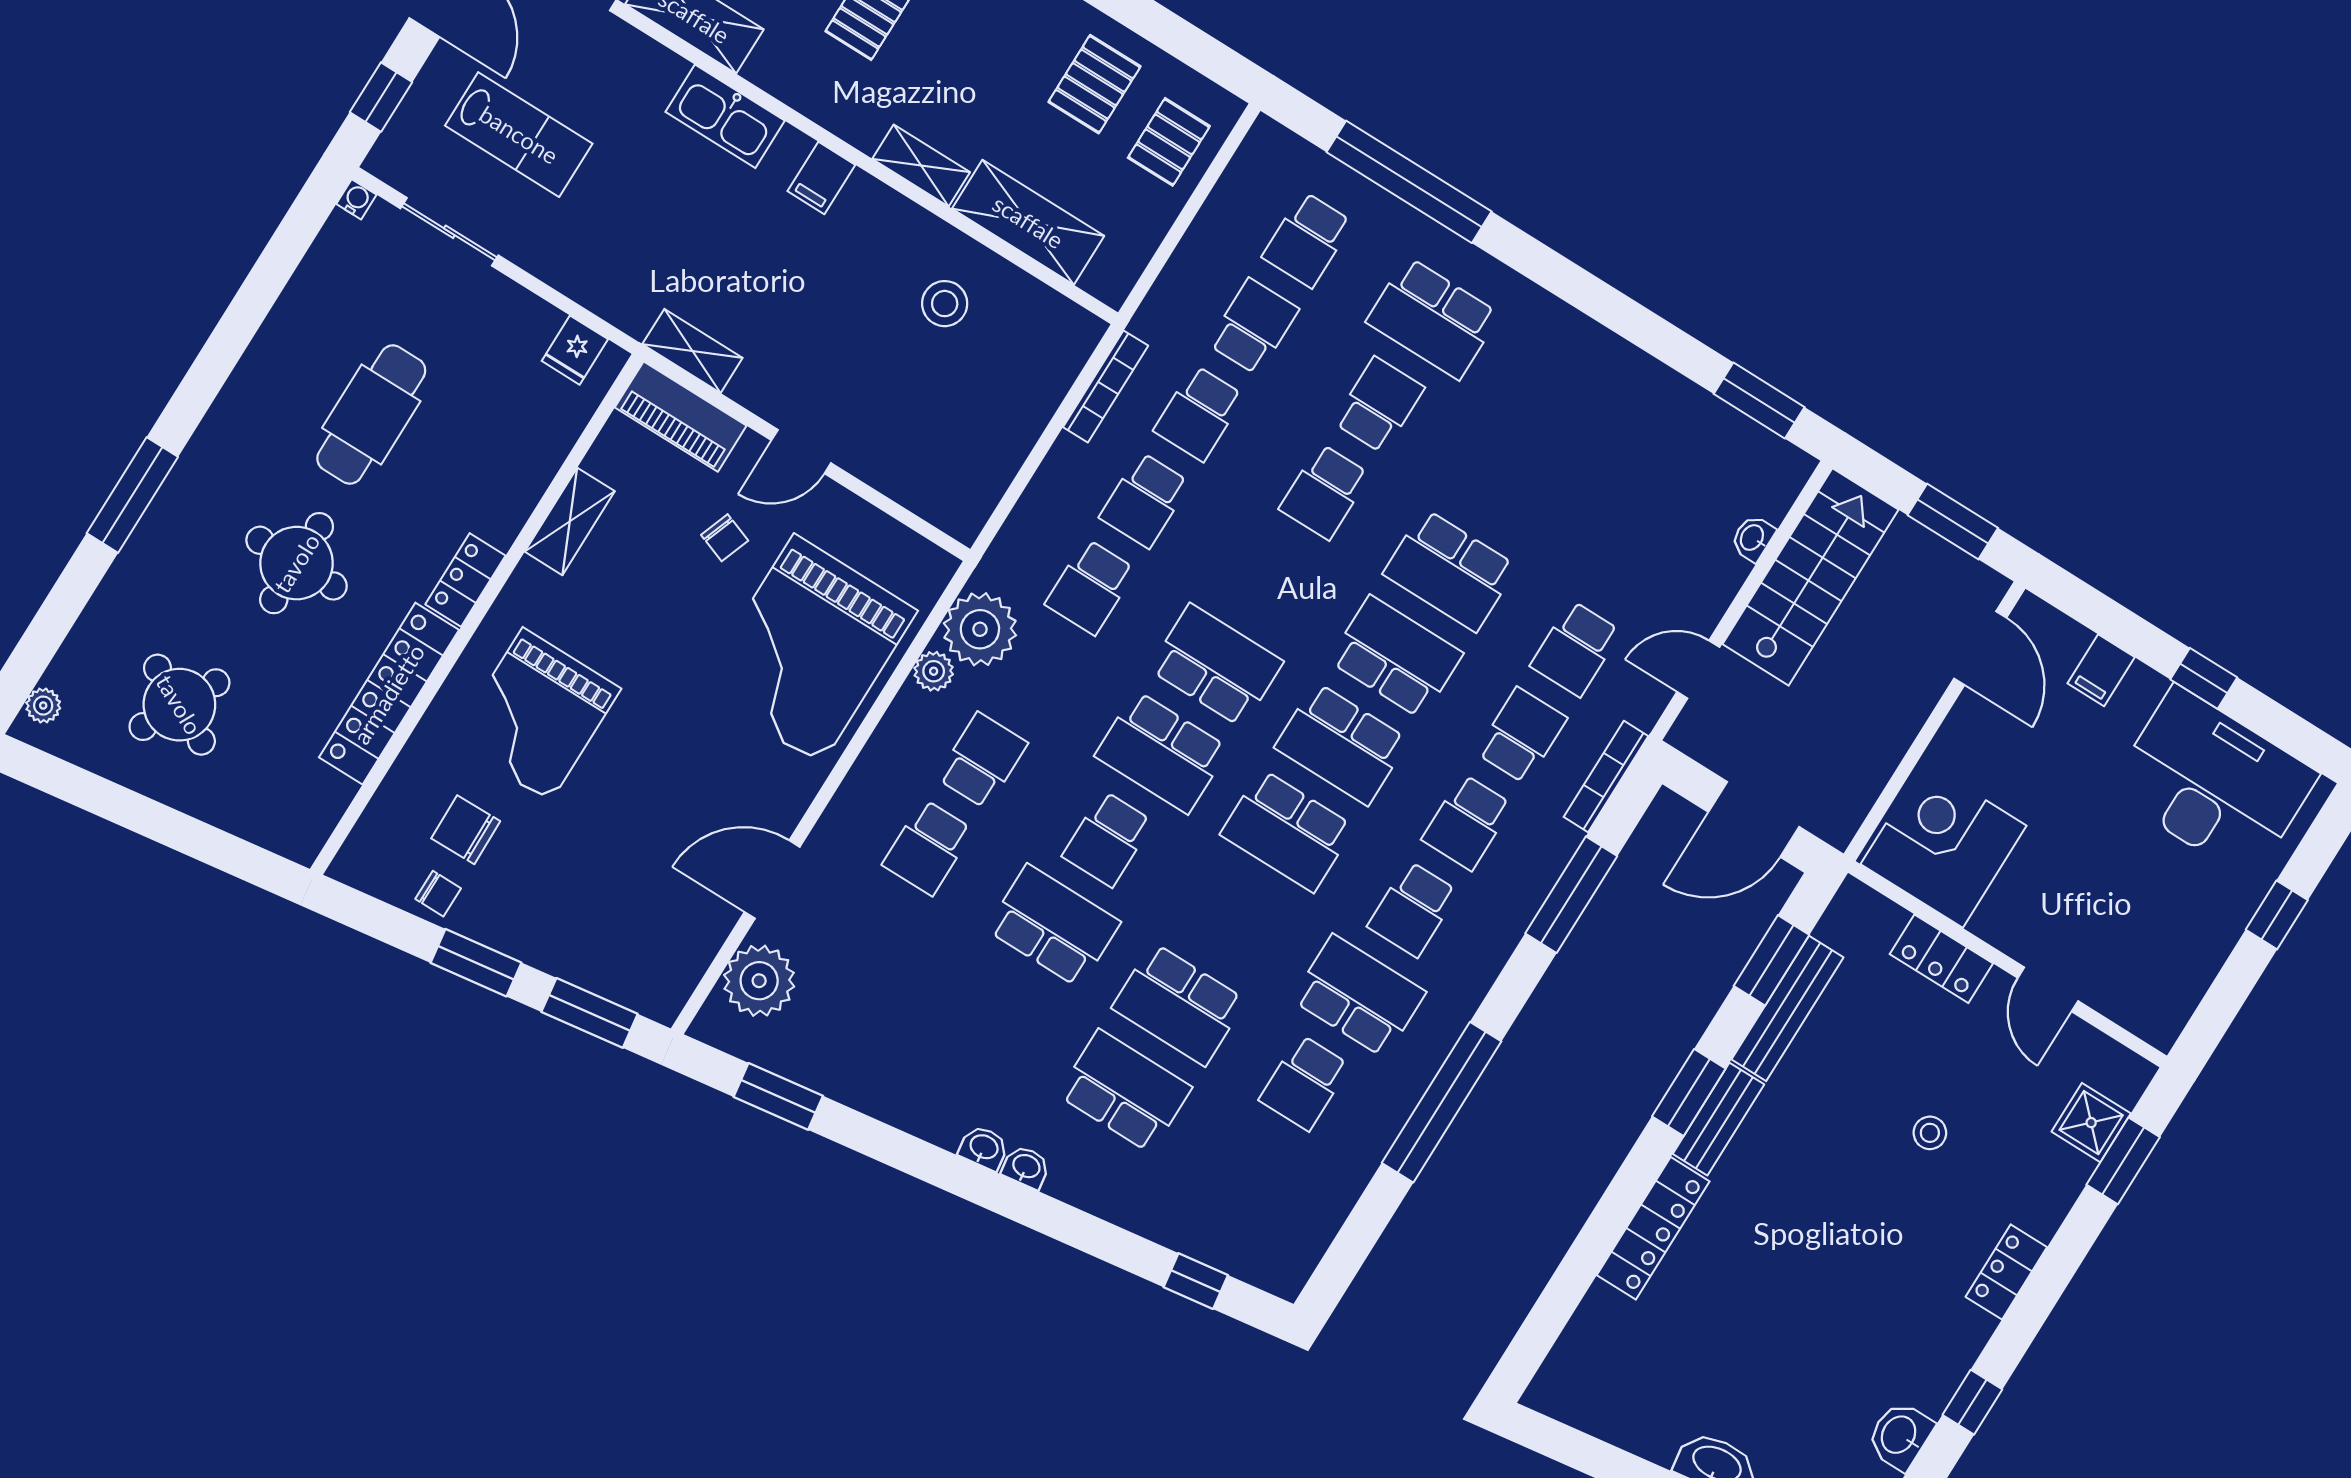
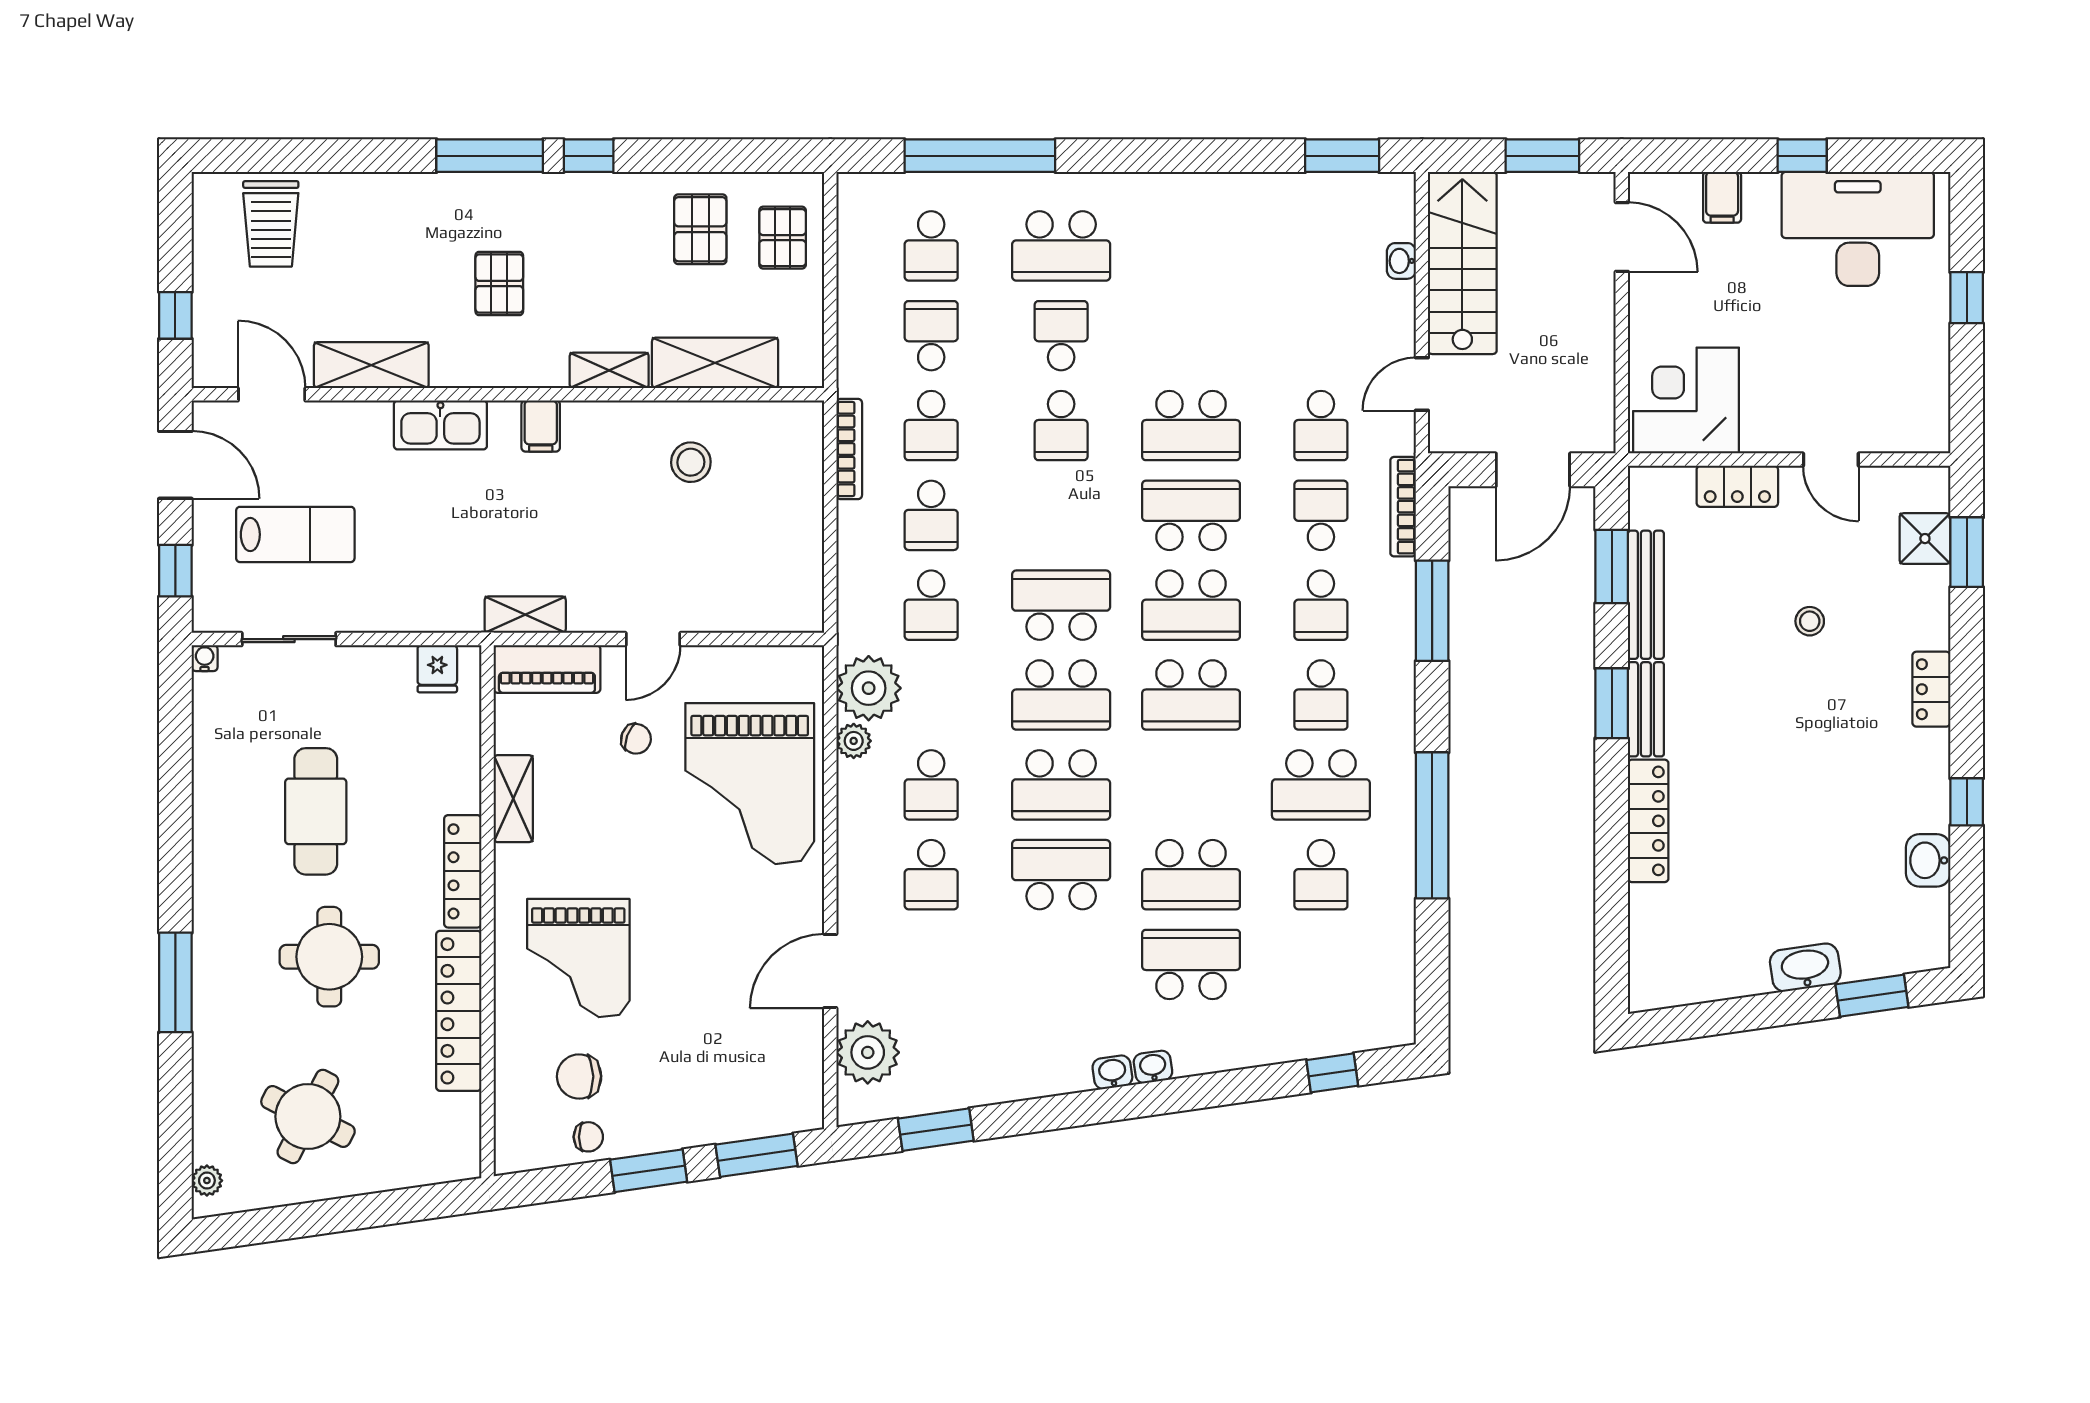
locker: (465, 580) -> (463, 871), width x1.53
school desk: (982, 760) -> (931, 785), turned 180
school desk: (1108, 839) -> (1061, 785), width x1.85
school desk: (1359, 996) -> (1321, 785), turned 180

